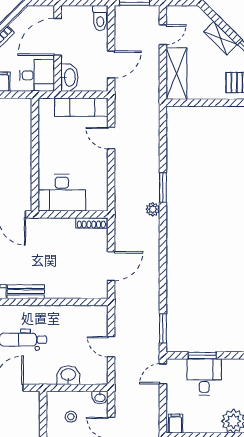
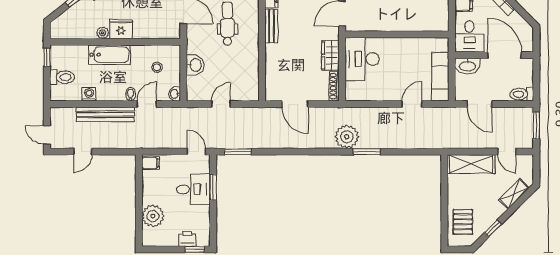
shelving: (220, 38) -> (514, 194), moved
plant: (153, 209) -> (347, 137), width x1.88, depth x1.88
wardrobe: (58, 227) -> (330, 56), added

